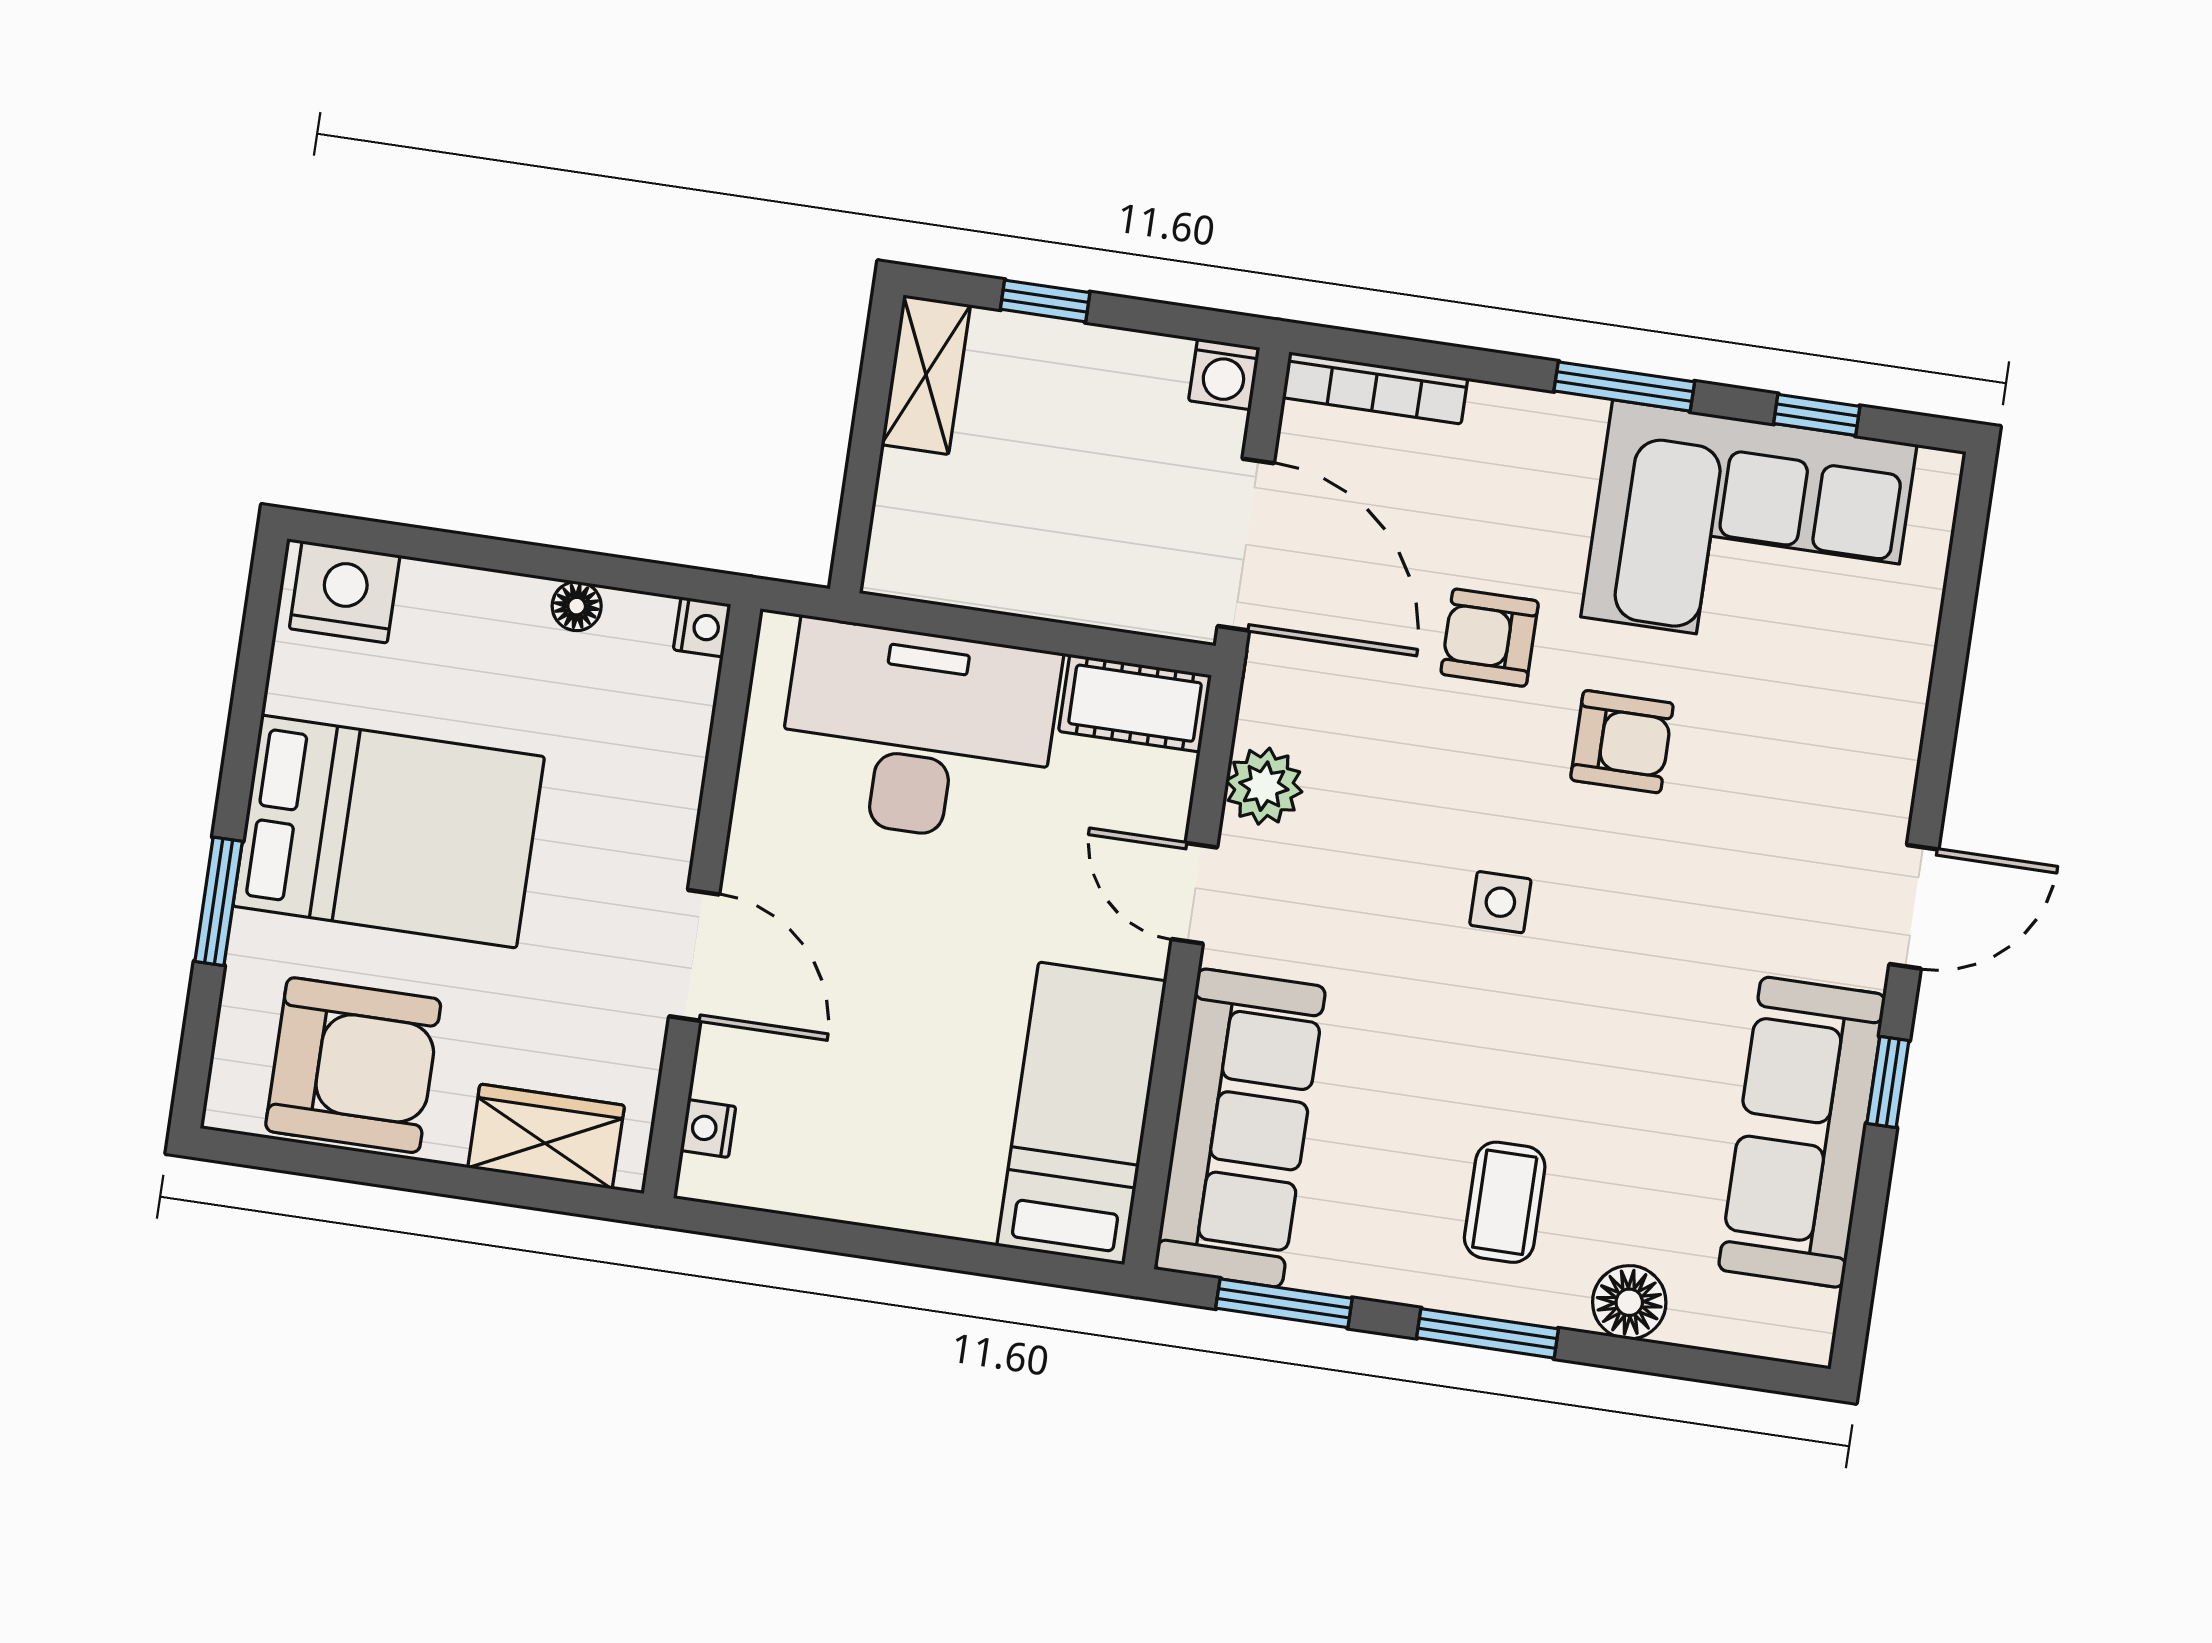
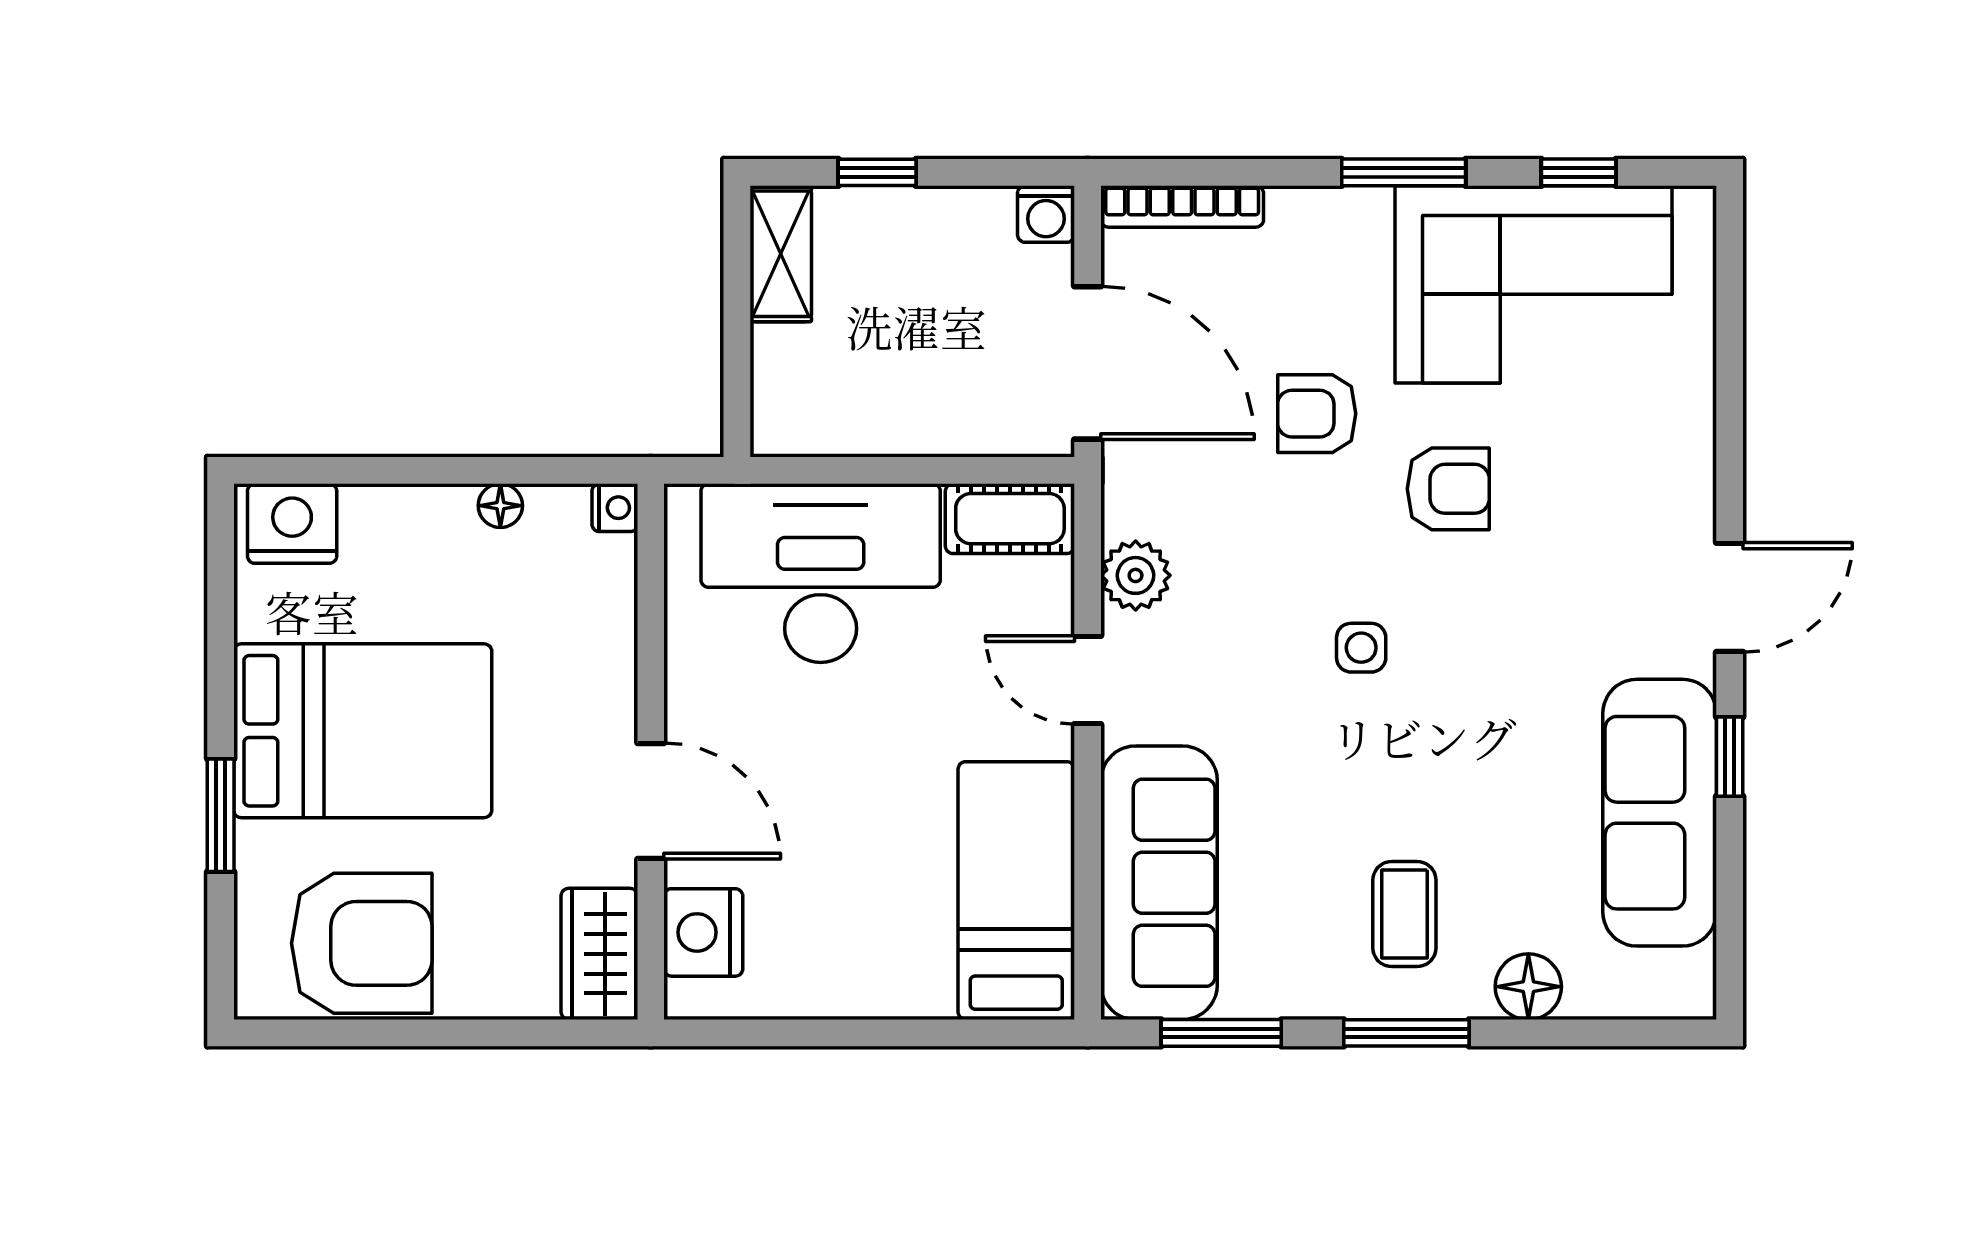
nightstand: (708, 1128) -> (703, 932), width x1.89, depth x1.79
wardrobe: (546, 1137) -> (599, 954), moved, turned -90

